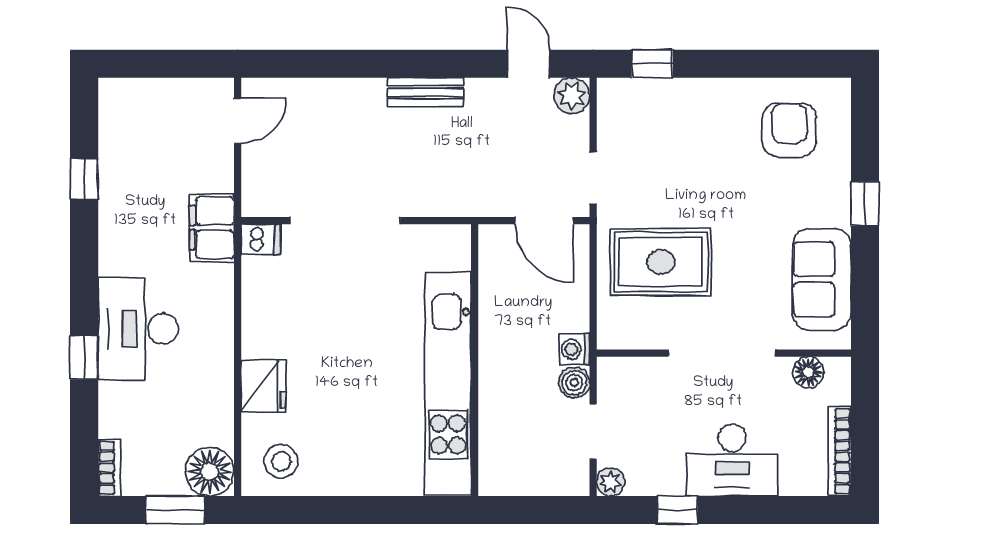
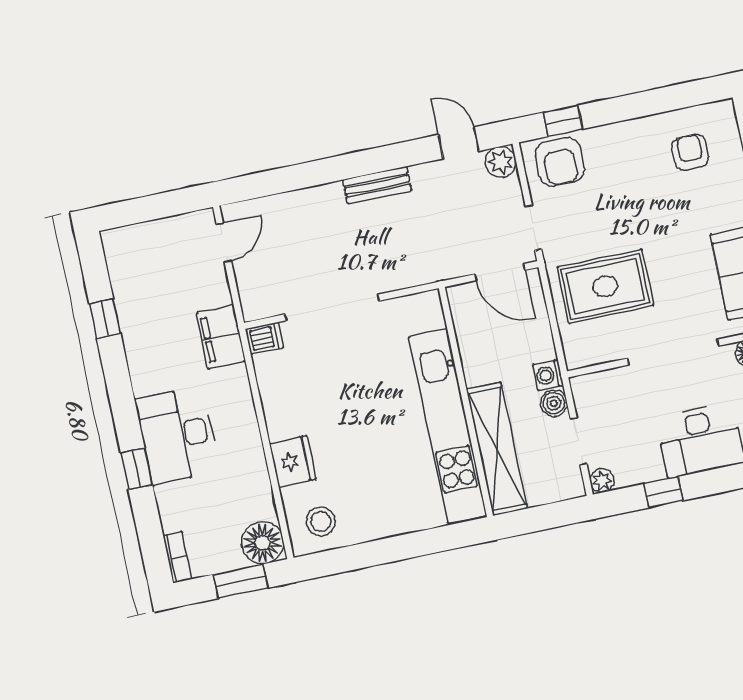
armchair: (639, 109) -> (560, 162), added
armchair: (789, 130) -> (690, 152), width x0.72, depth x0.72
shelving: (499, 421) -> (497, 449), added

